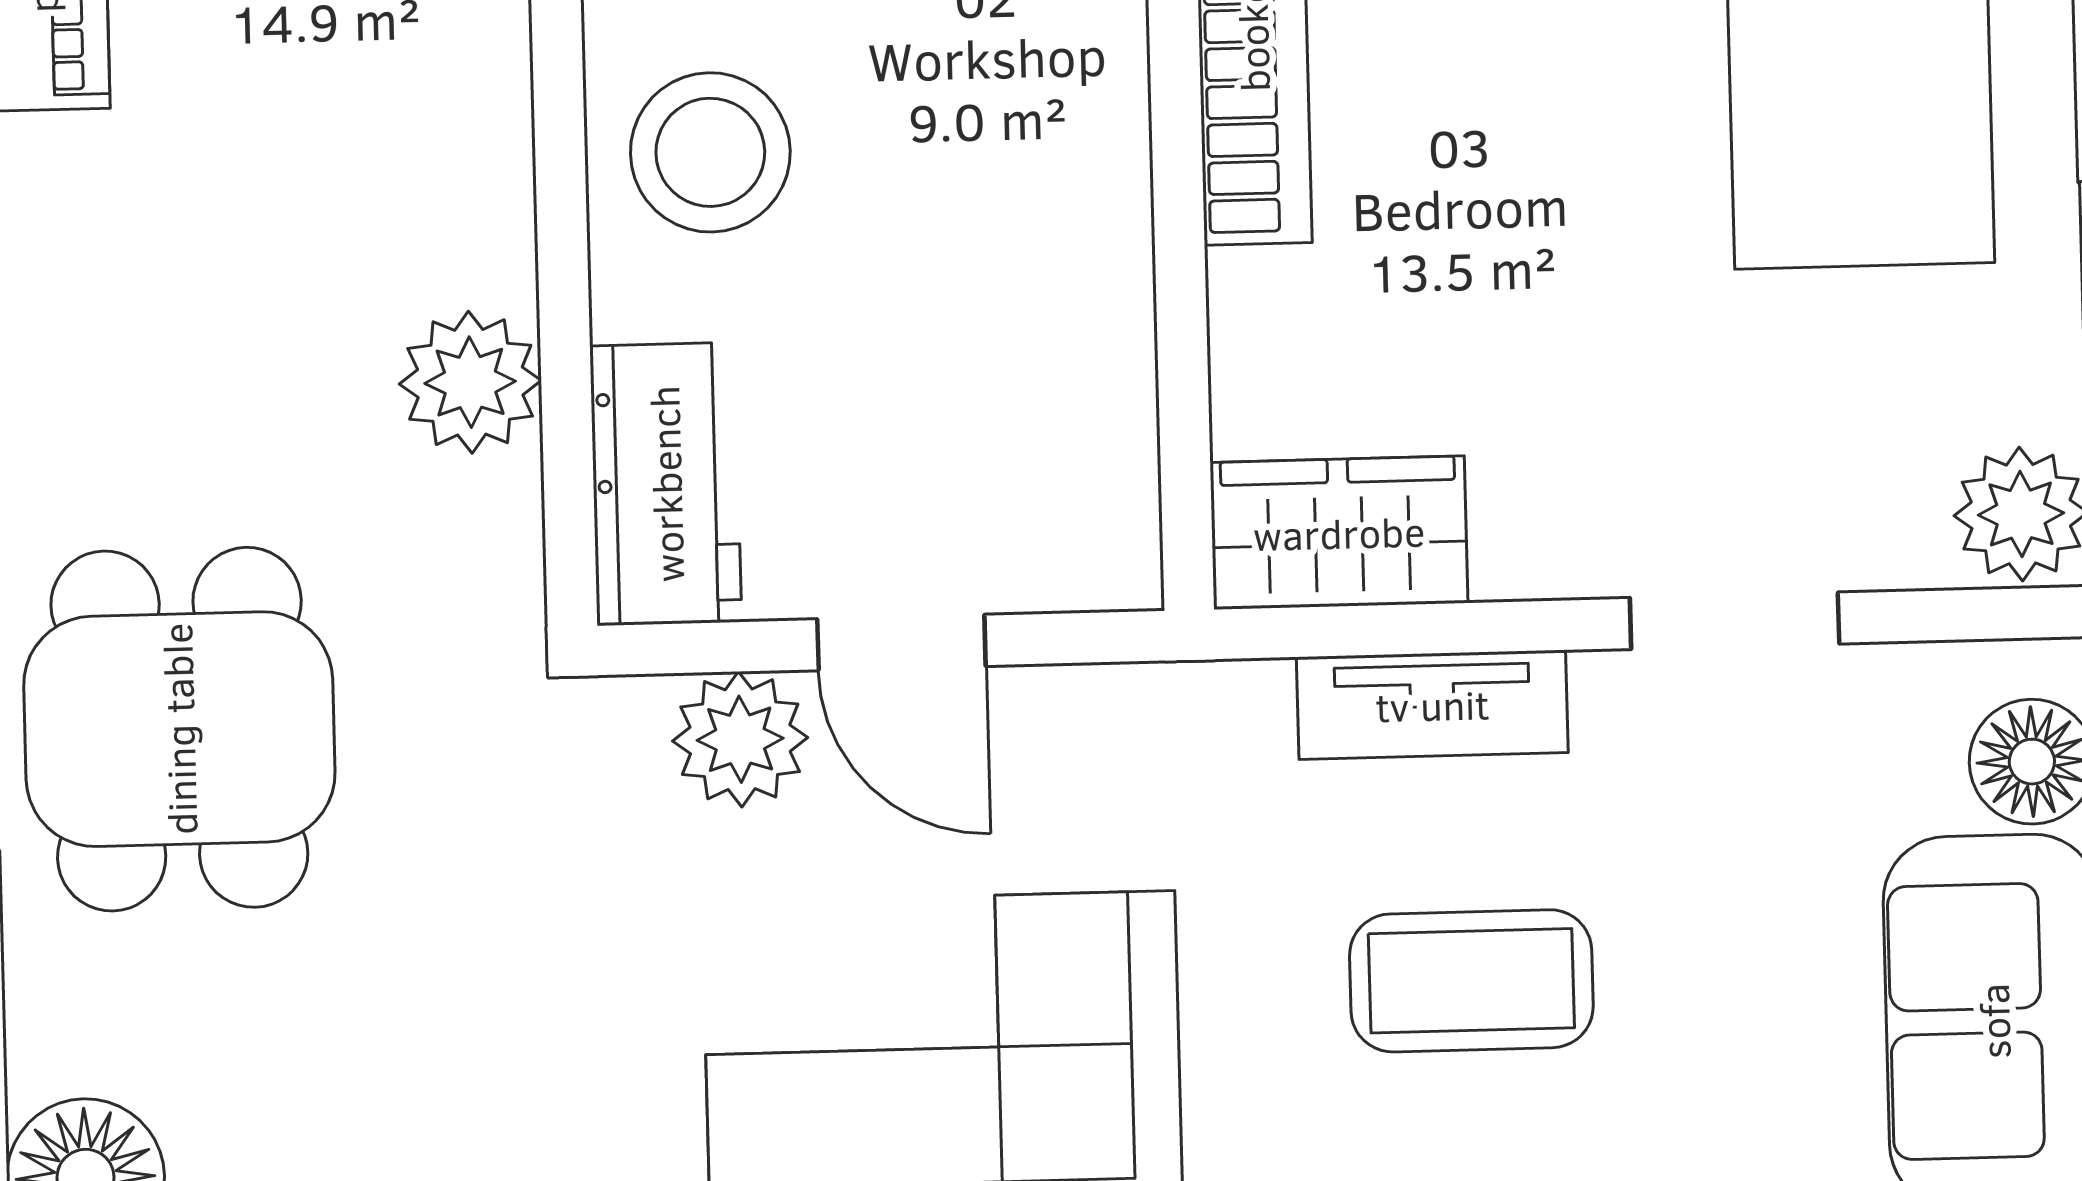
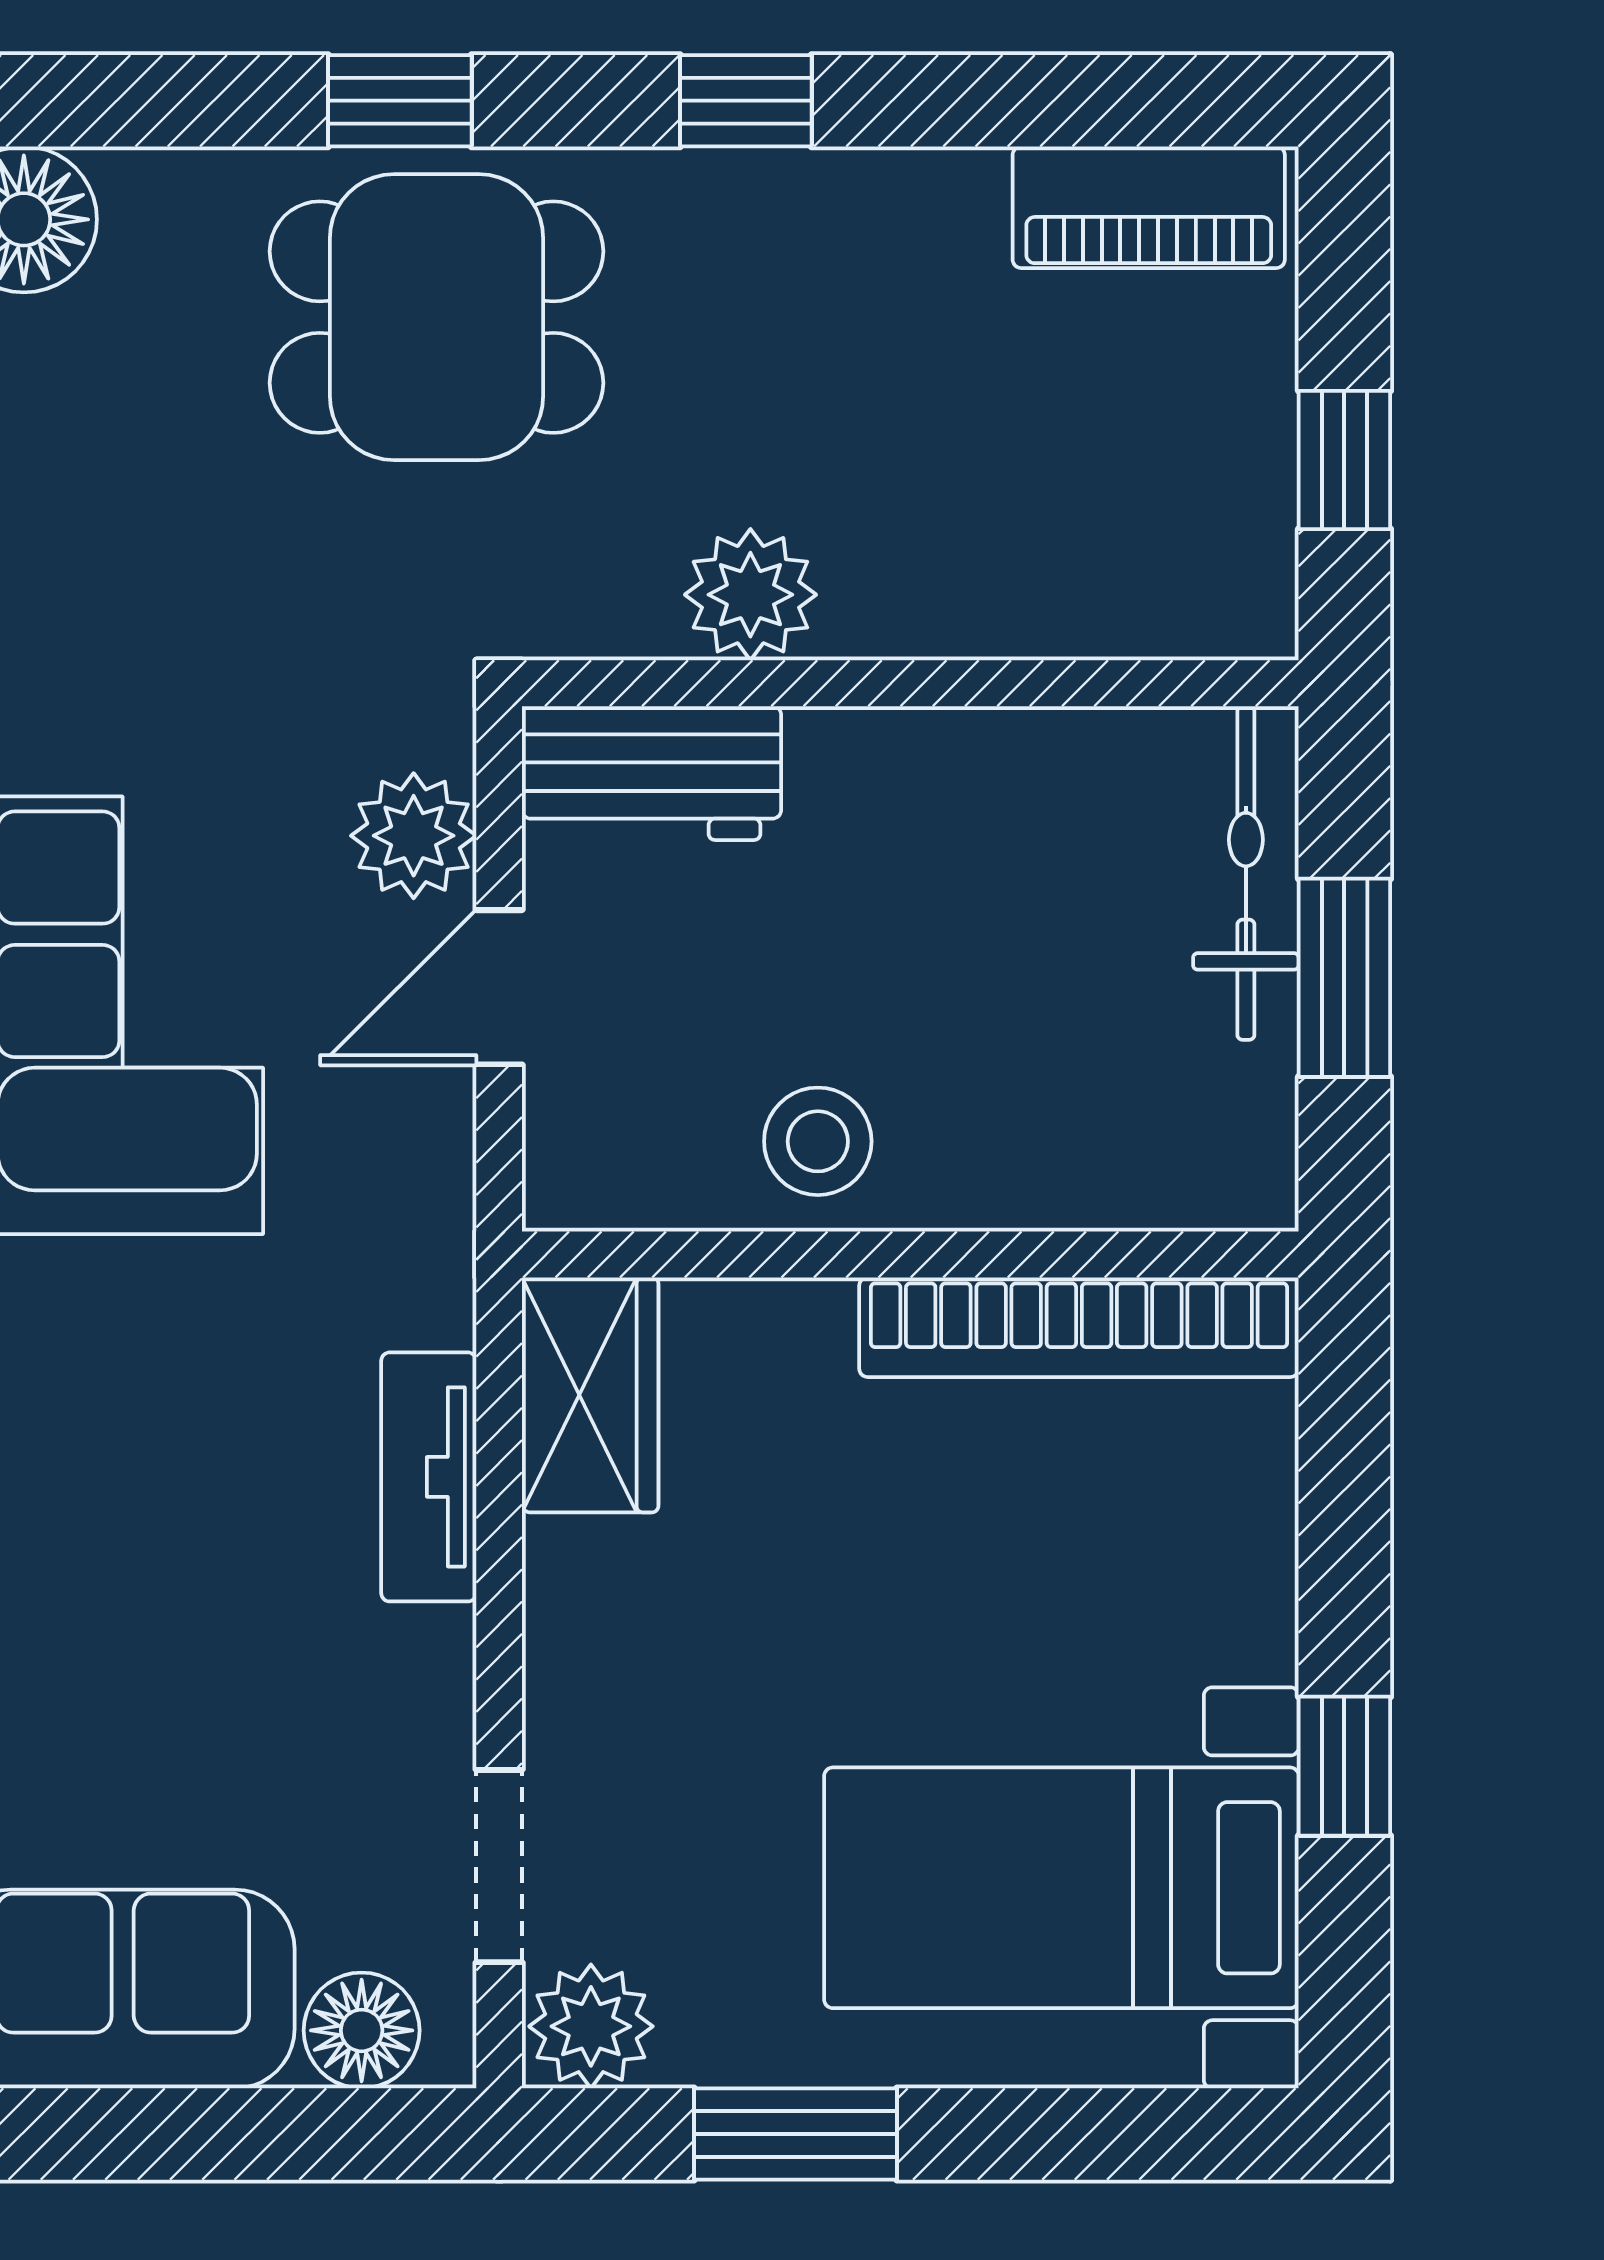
stool: (710, 152) -> (818, 1141), moved, width x0.73, depth x0.73
doorway: (1735, 621) -> (499, 1866), moved
coffee table: (1471, 981) -> (172, 1506), removed

